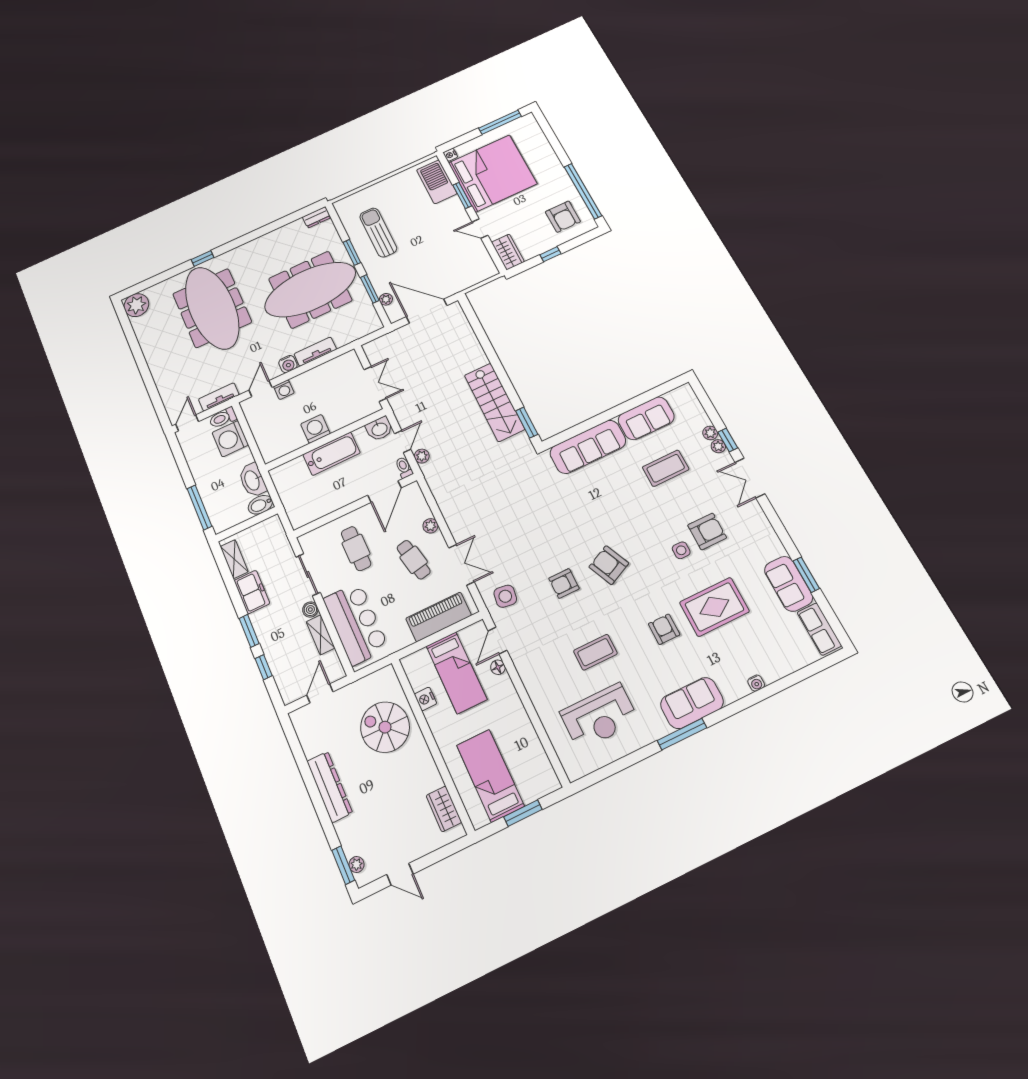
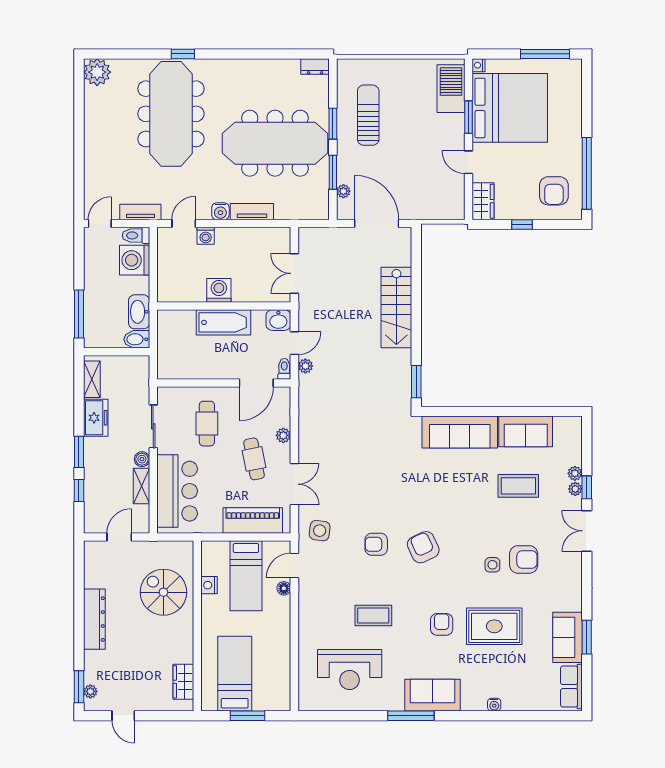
double door: (375, 384) -> (294, 273), swing flipped
stairs: (494, 402) -> (396, 308), moved

